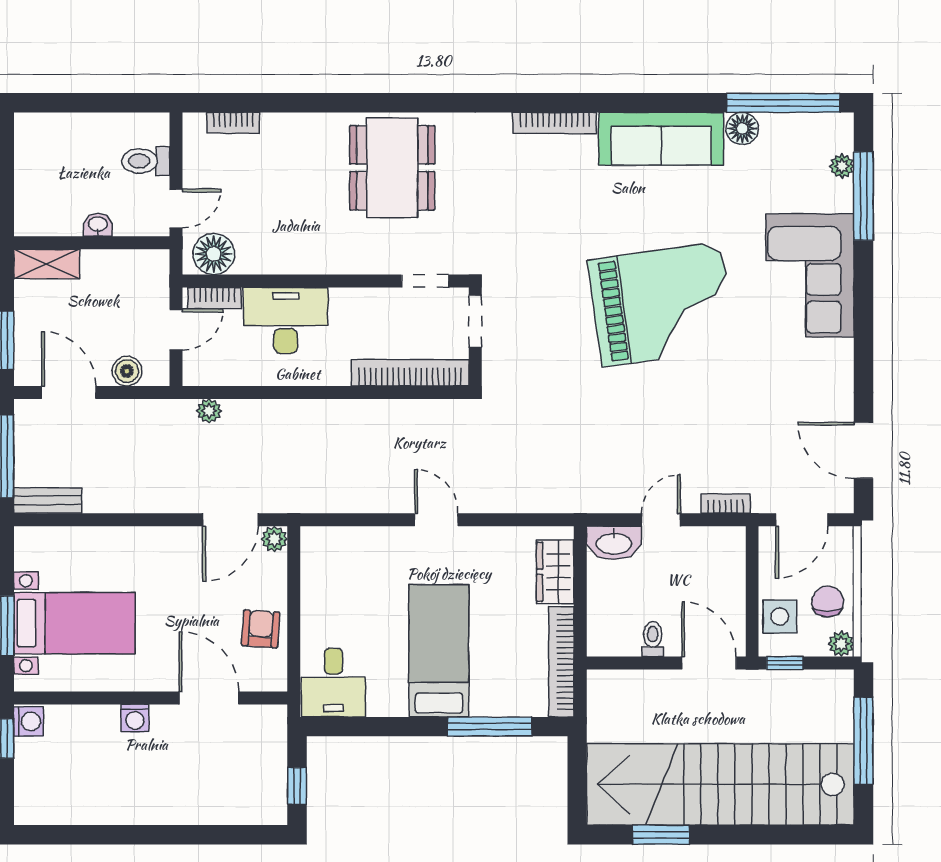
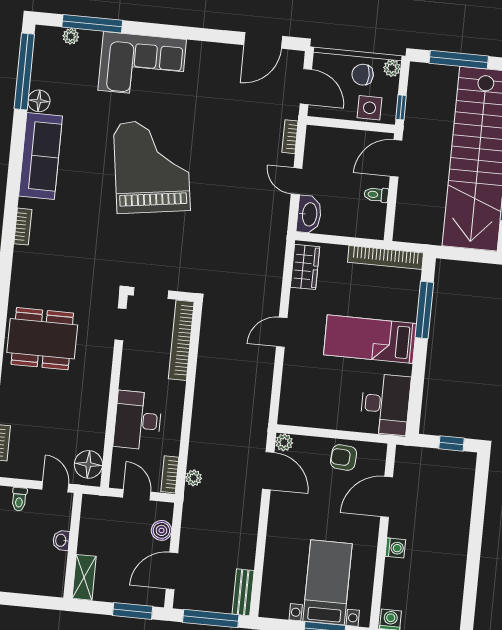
bookcase: (555, 123) -> (23, 227), width x0.64
toilet: (146, 161) -> (19, 499), width x0.73, depth x0.72
bookcase: (214, 298) -> (170, 474), moved, turned 180
wardrobe: (555, 572) -> (305, 267), moved, turned -90
desk: (333, 683) -> (385, 404), width x1.37

